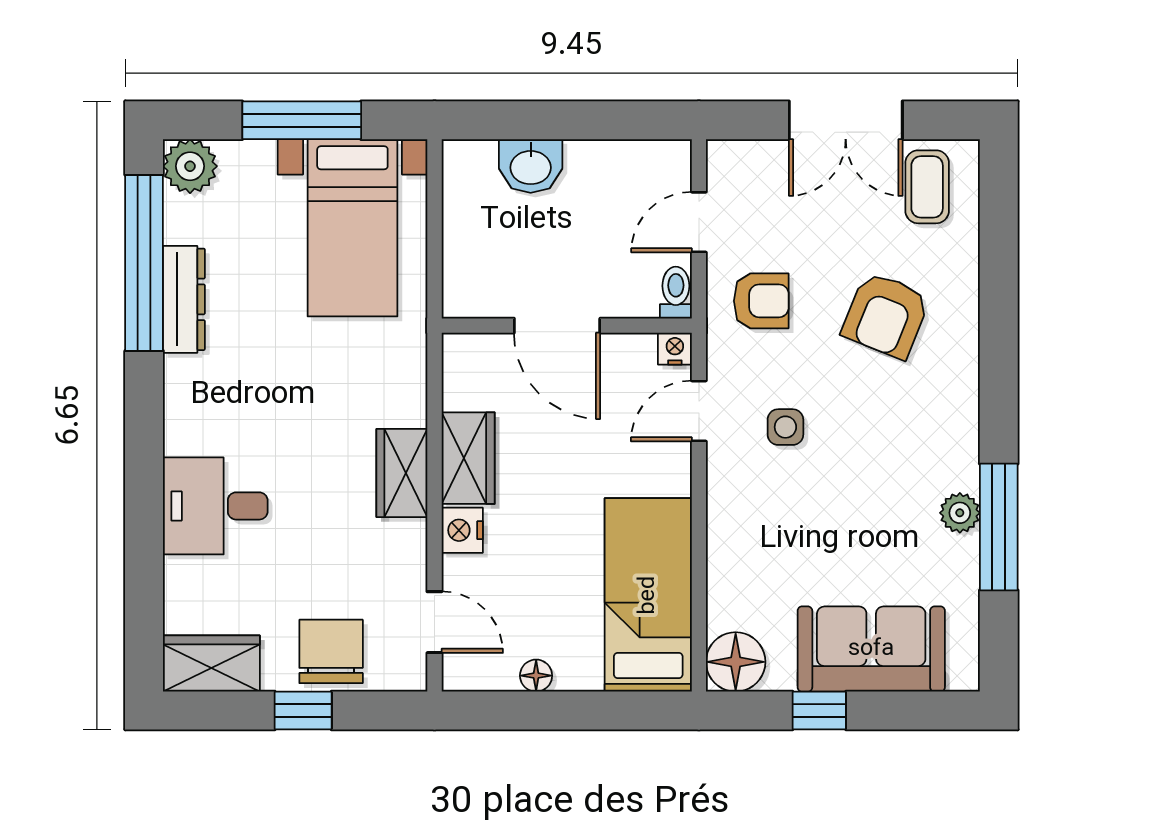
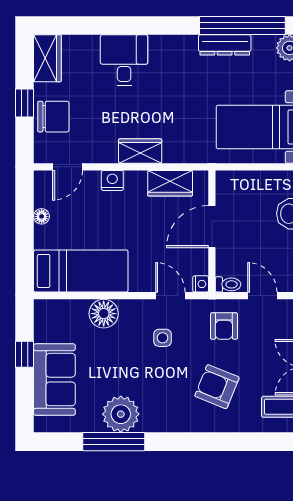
wardrobe: (468, 458) -> (170, 183), moved
plant: (960, 513) -> (121, 414), width x1.87, depth x1.87
floor lamp: (736, 662) -> (104, 314), moved

